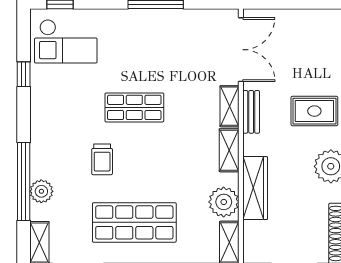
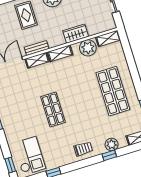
trolley: (102, 159) -> (83, 149), moved
window: (24, 182) -> (109, 155), width x0.32
wardrobe: (255, 188) -> (76, 34), width x0.67

